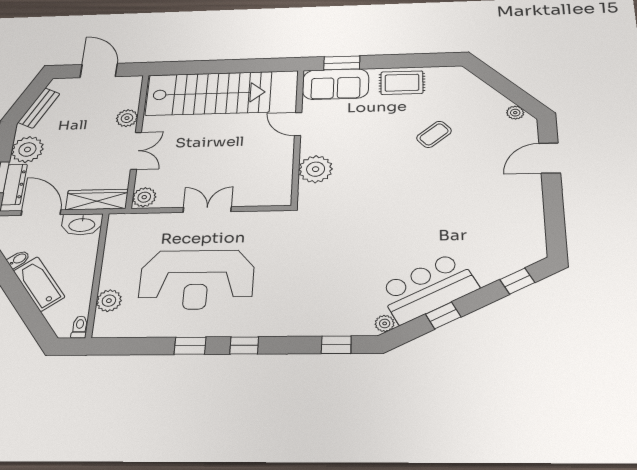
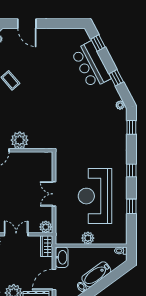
plant: (316, 169) -> (20, 140), moved
wardrobe: (97, 200) -> (47, 246), width x0.67
reception desk: (196, 280) -> (95, 196), turned 180
bar counter: (428, 288) -> (91, 65), moved
plant: (109, 301) -> (88, 238), moved
window: (190, 346) -> (131, 206), moved

